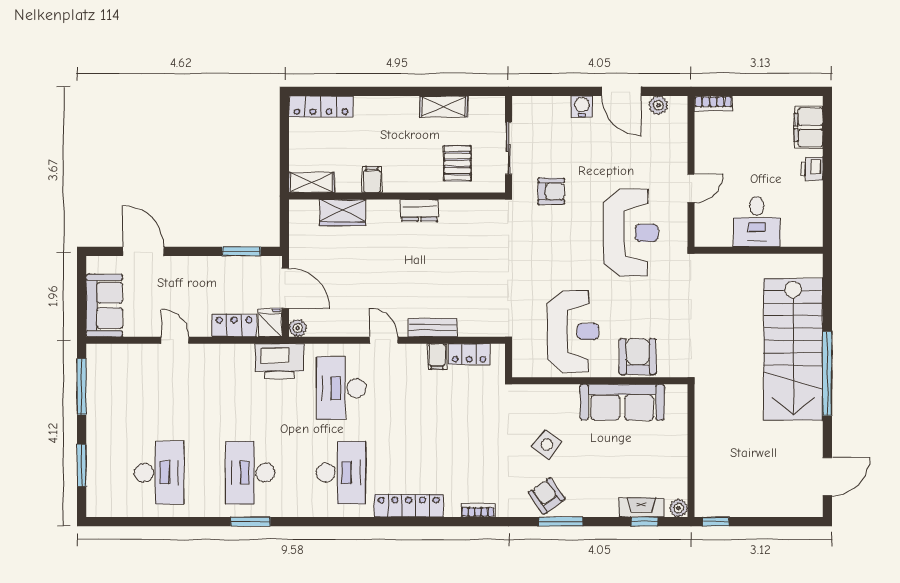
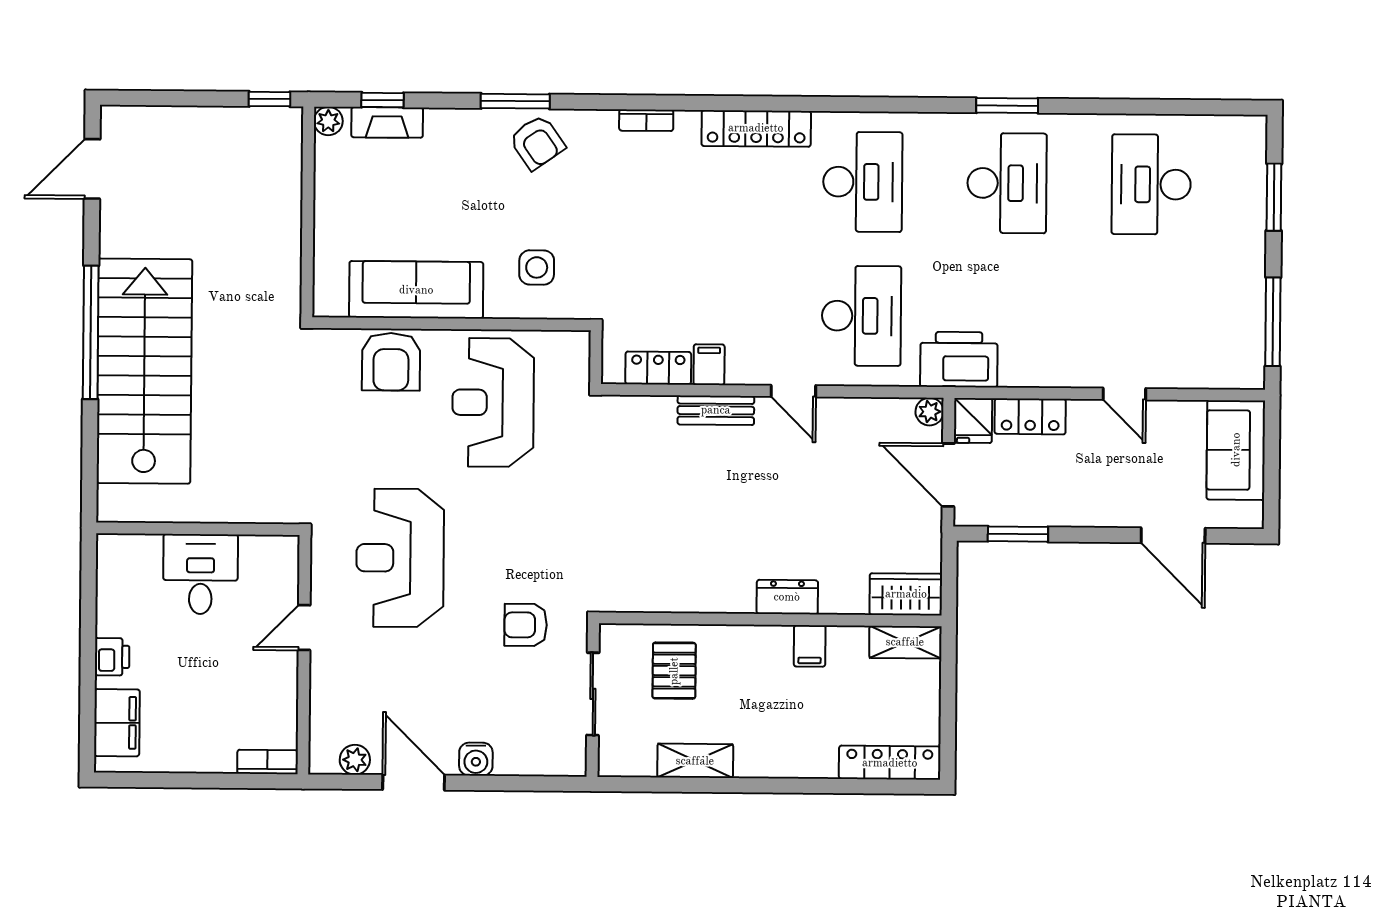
dresser: (419, 210) -> (787, 597), moved
wardrobe: (343, 213) -> (906, 594), moved
side table: (547, 444) -> (537, 267), moved, turned -37
desk: (341, 473) -> (863, 182), turned 180

